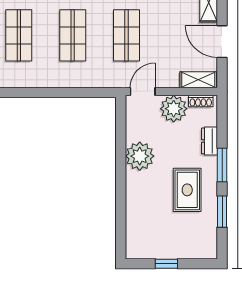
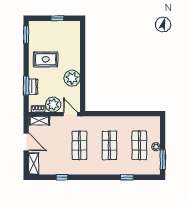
door: (143, 92) -> (70, 114), swing flipped
window: (222, 165) -> (26, 86), moved
rug: (187, 190) -> (46, 59), turned 90
window: (222, 212) -> (26, 34), moved

